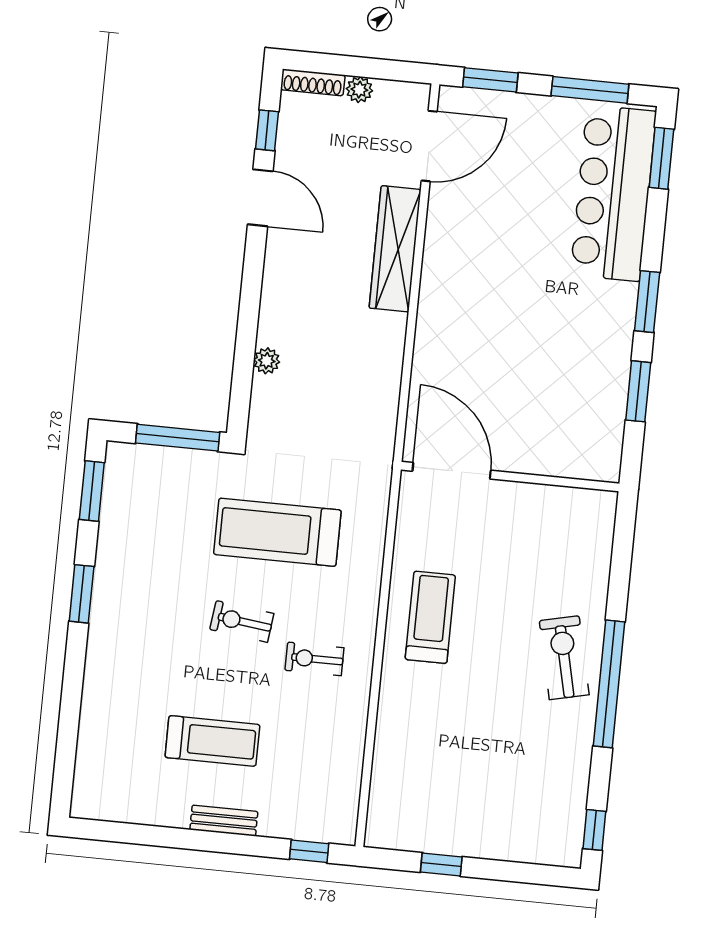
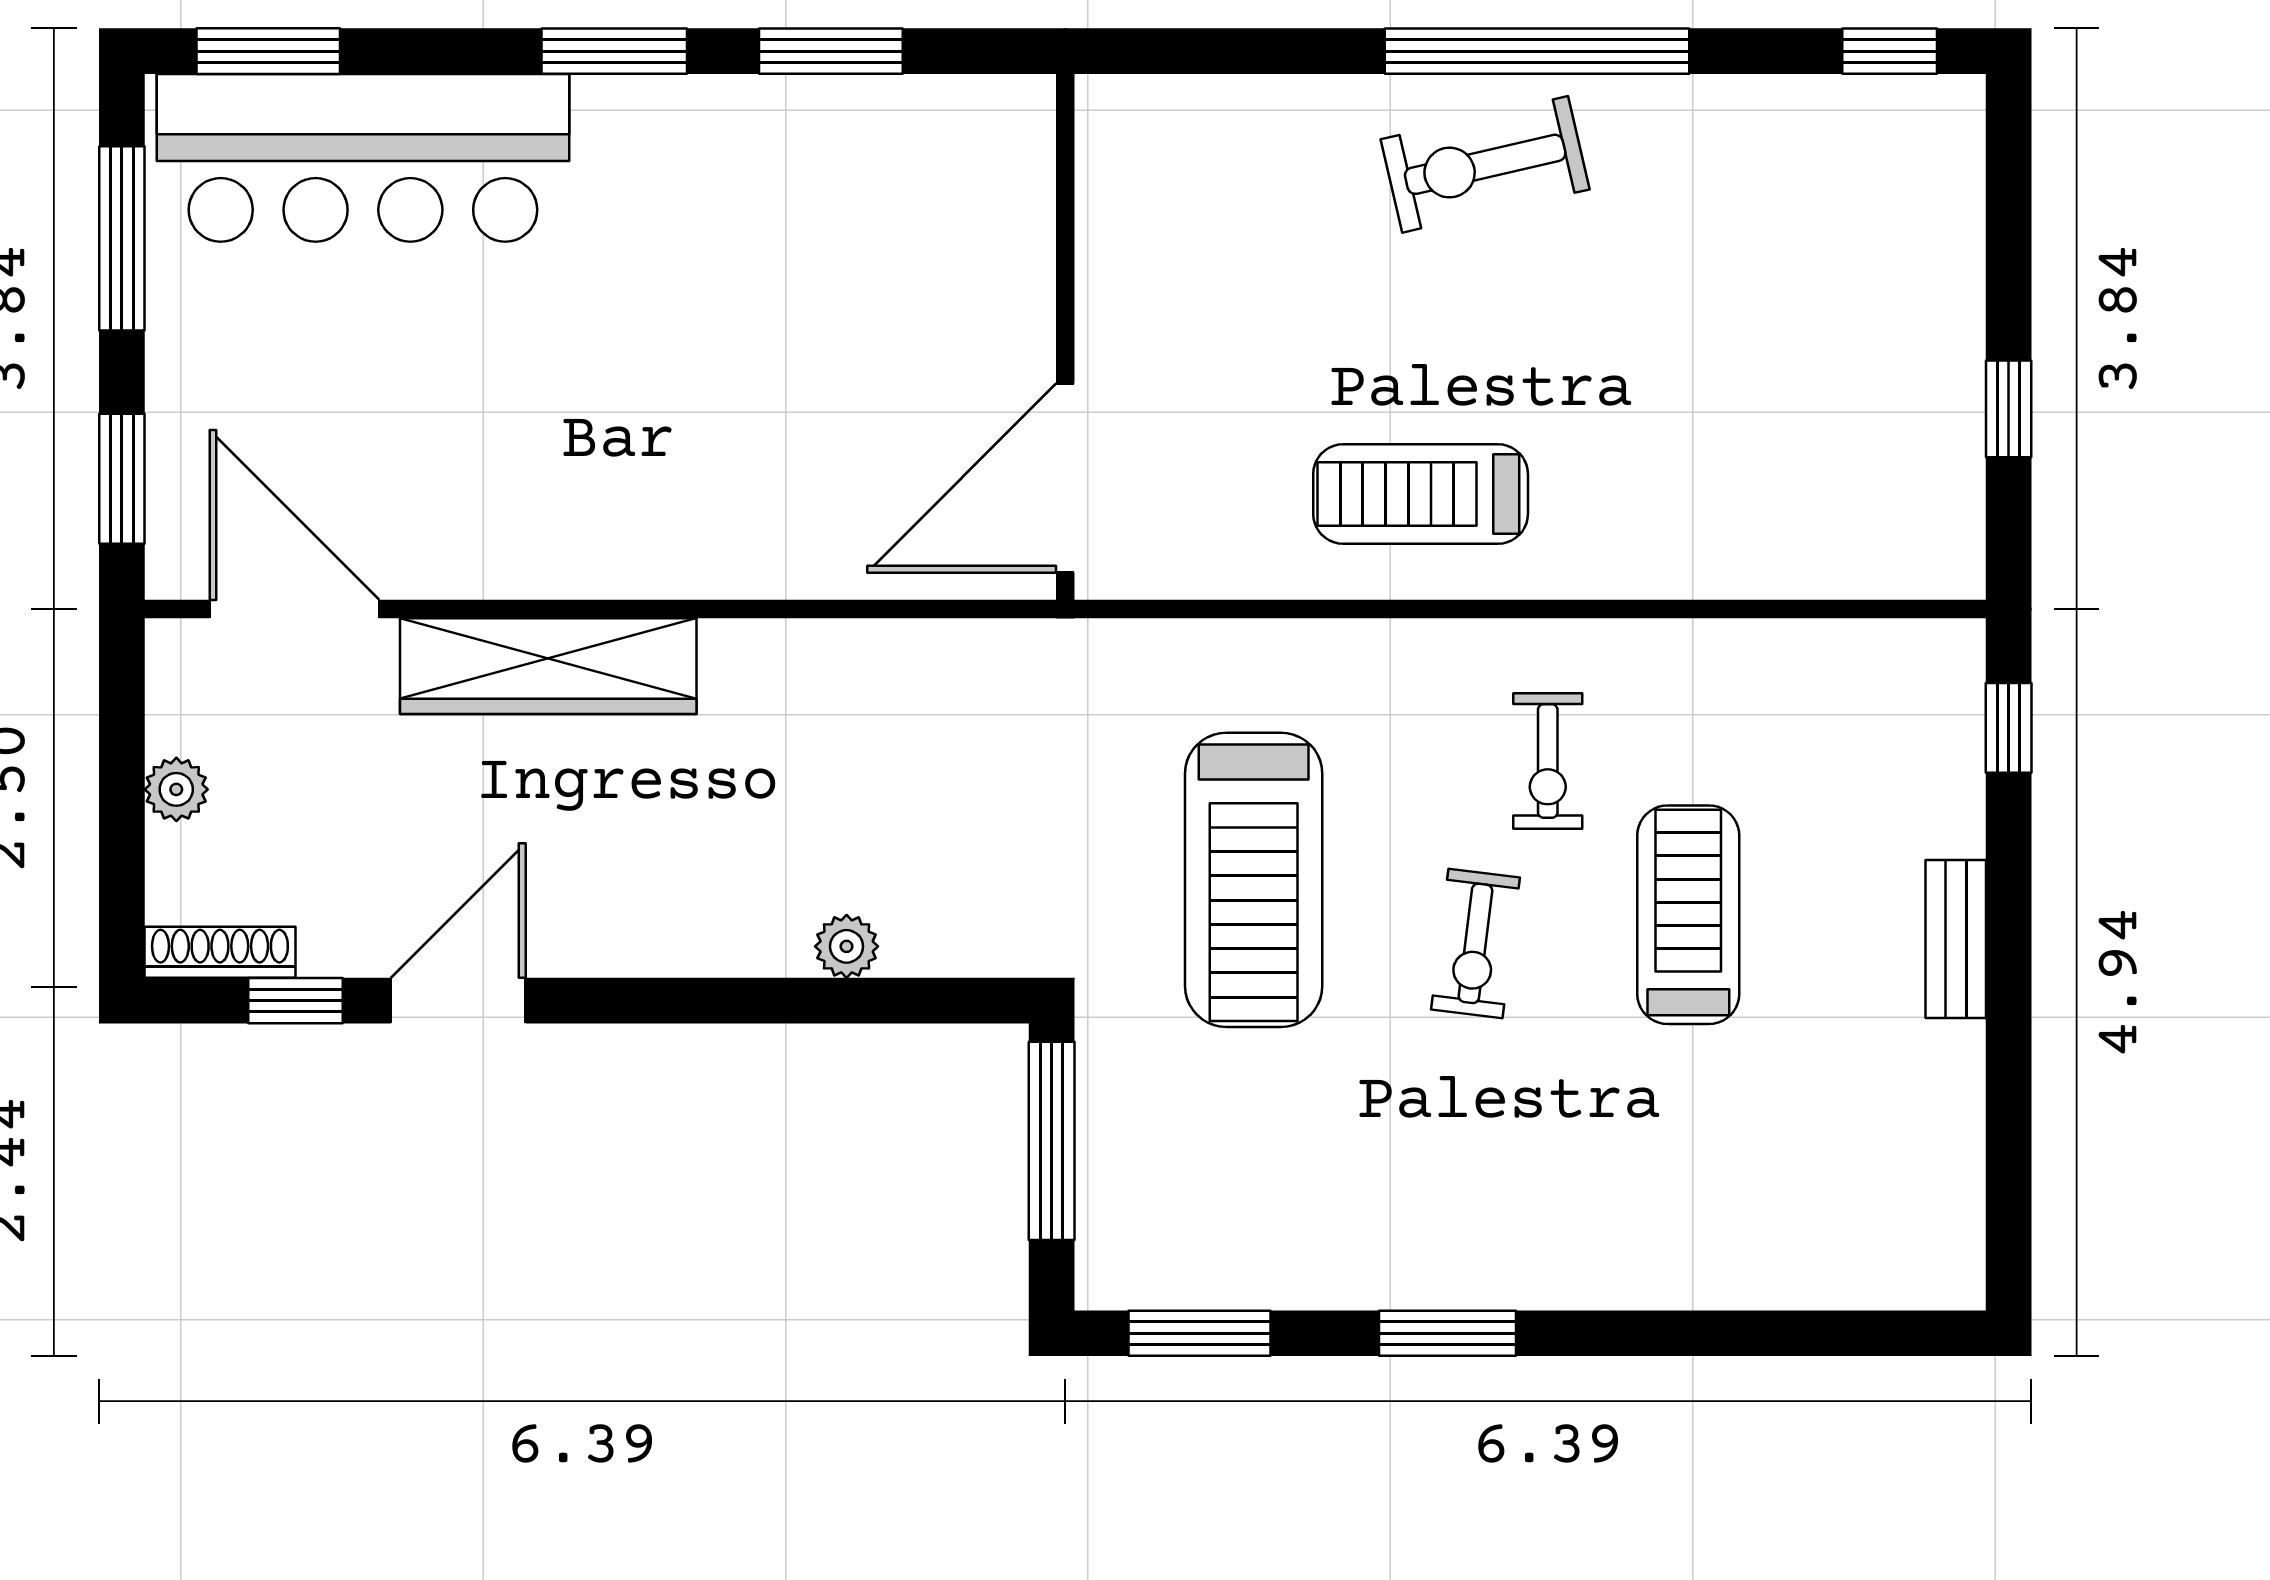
shoe rack: (313, 82) -> (220, 952), moved, turned -90
treadmill: (212, 741) -> (1688, 915), moved

